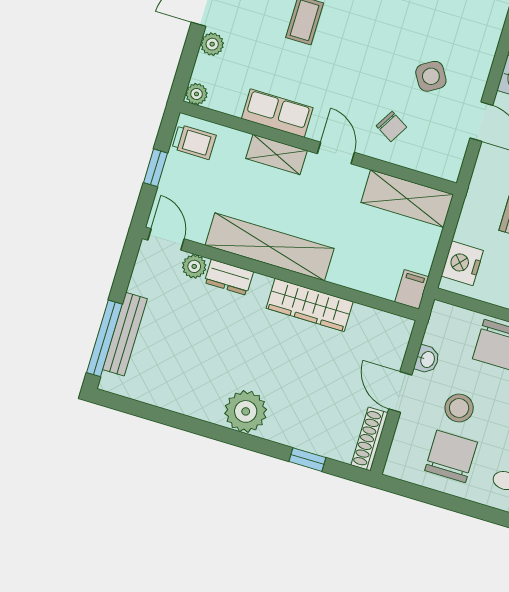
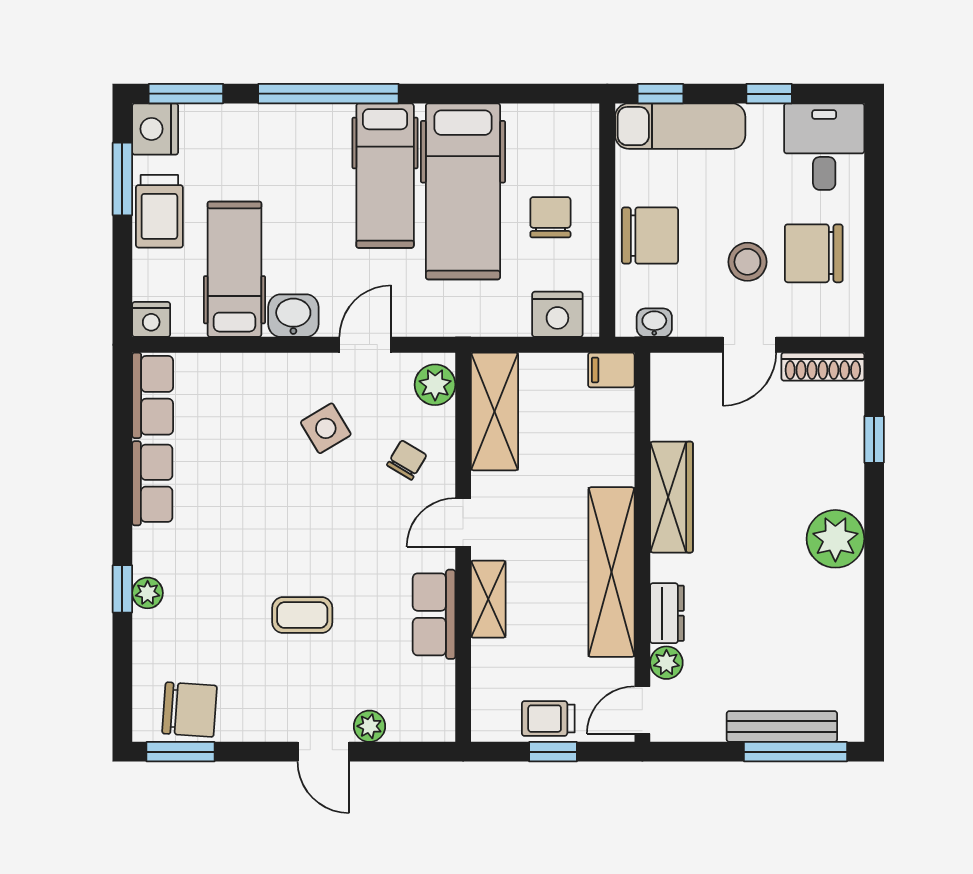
plant: (197, 94) -> (435, 385), moved, width x1.38, depth x1.38
trolley: (194, 142) -> (548, 719), moved, turned -90
washbasin: (427, 359) -> (654, 323), moved

